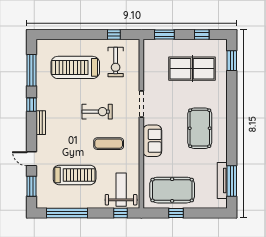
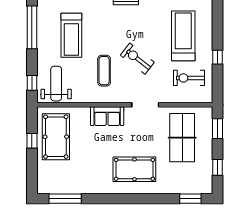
window: (114, 35) -> (217, 57), moved
table tennis table: (192, 69) -> (182, 138), moved
exercise bike: (97, 112) -> (137, 59), turned 128
pool table: (200, 128) -> (134, 169), moved
tv unit: (222, 180) -> (66, 189), removed
weight bench: (121, 190) -> (56, 84), turned -90

